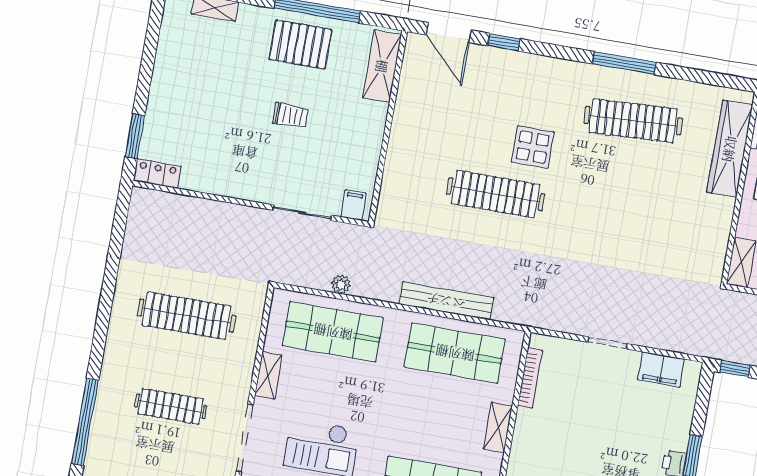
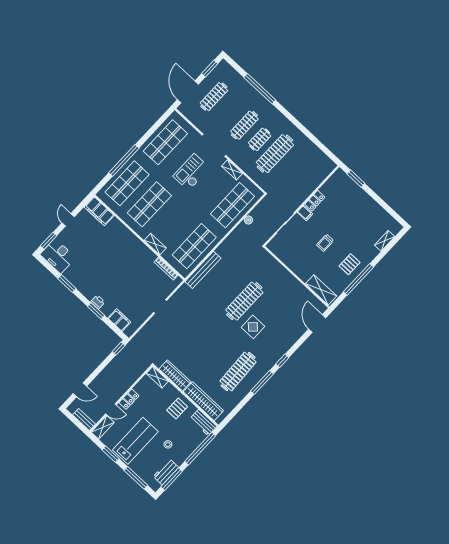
door: (449, 33) -> (317, 323), hinge flipped
window: (504, 42) -> (282, 361), moved
pallet: (300, 44) -> (350, 264), width x0.67, depth x0.71
locker: (157, 173) -> (315, 201), moved
filing cabinet: (353, 205) -> (305, 213), moved
wardrobe: (717, 232) -> (175, 375), added
bench: (446, 301) -> (203, 270), moved
clothes rail: (179, 361) -> (260, 139), added
filing cabinet: (661, 369) -> (119, 320), moved, turned 90

